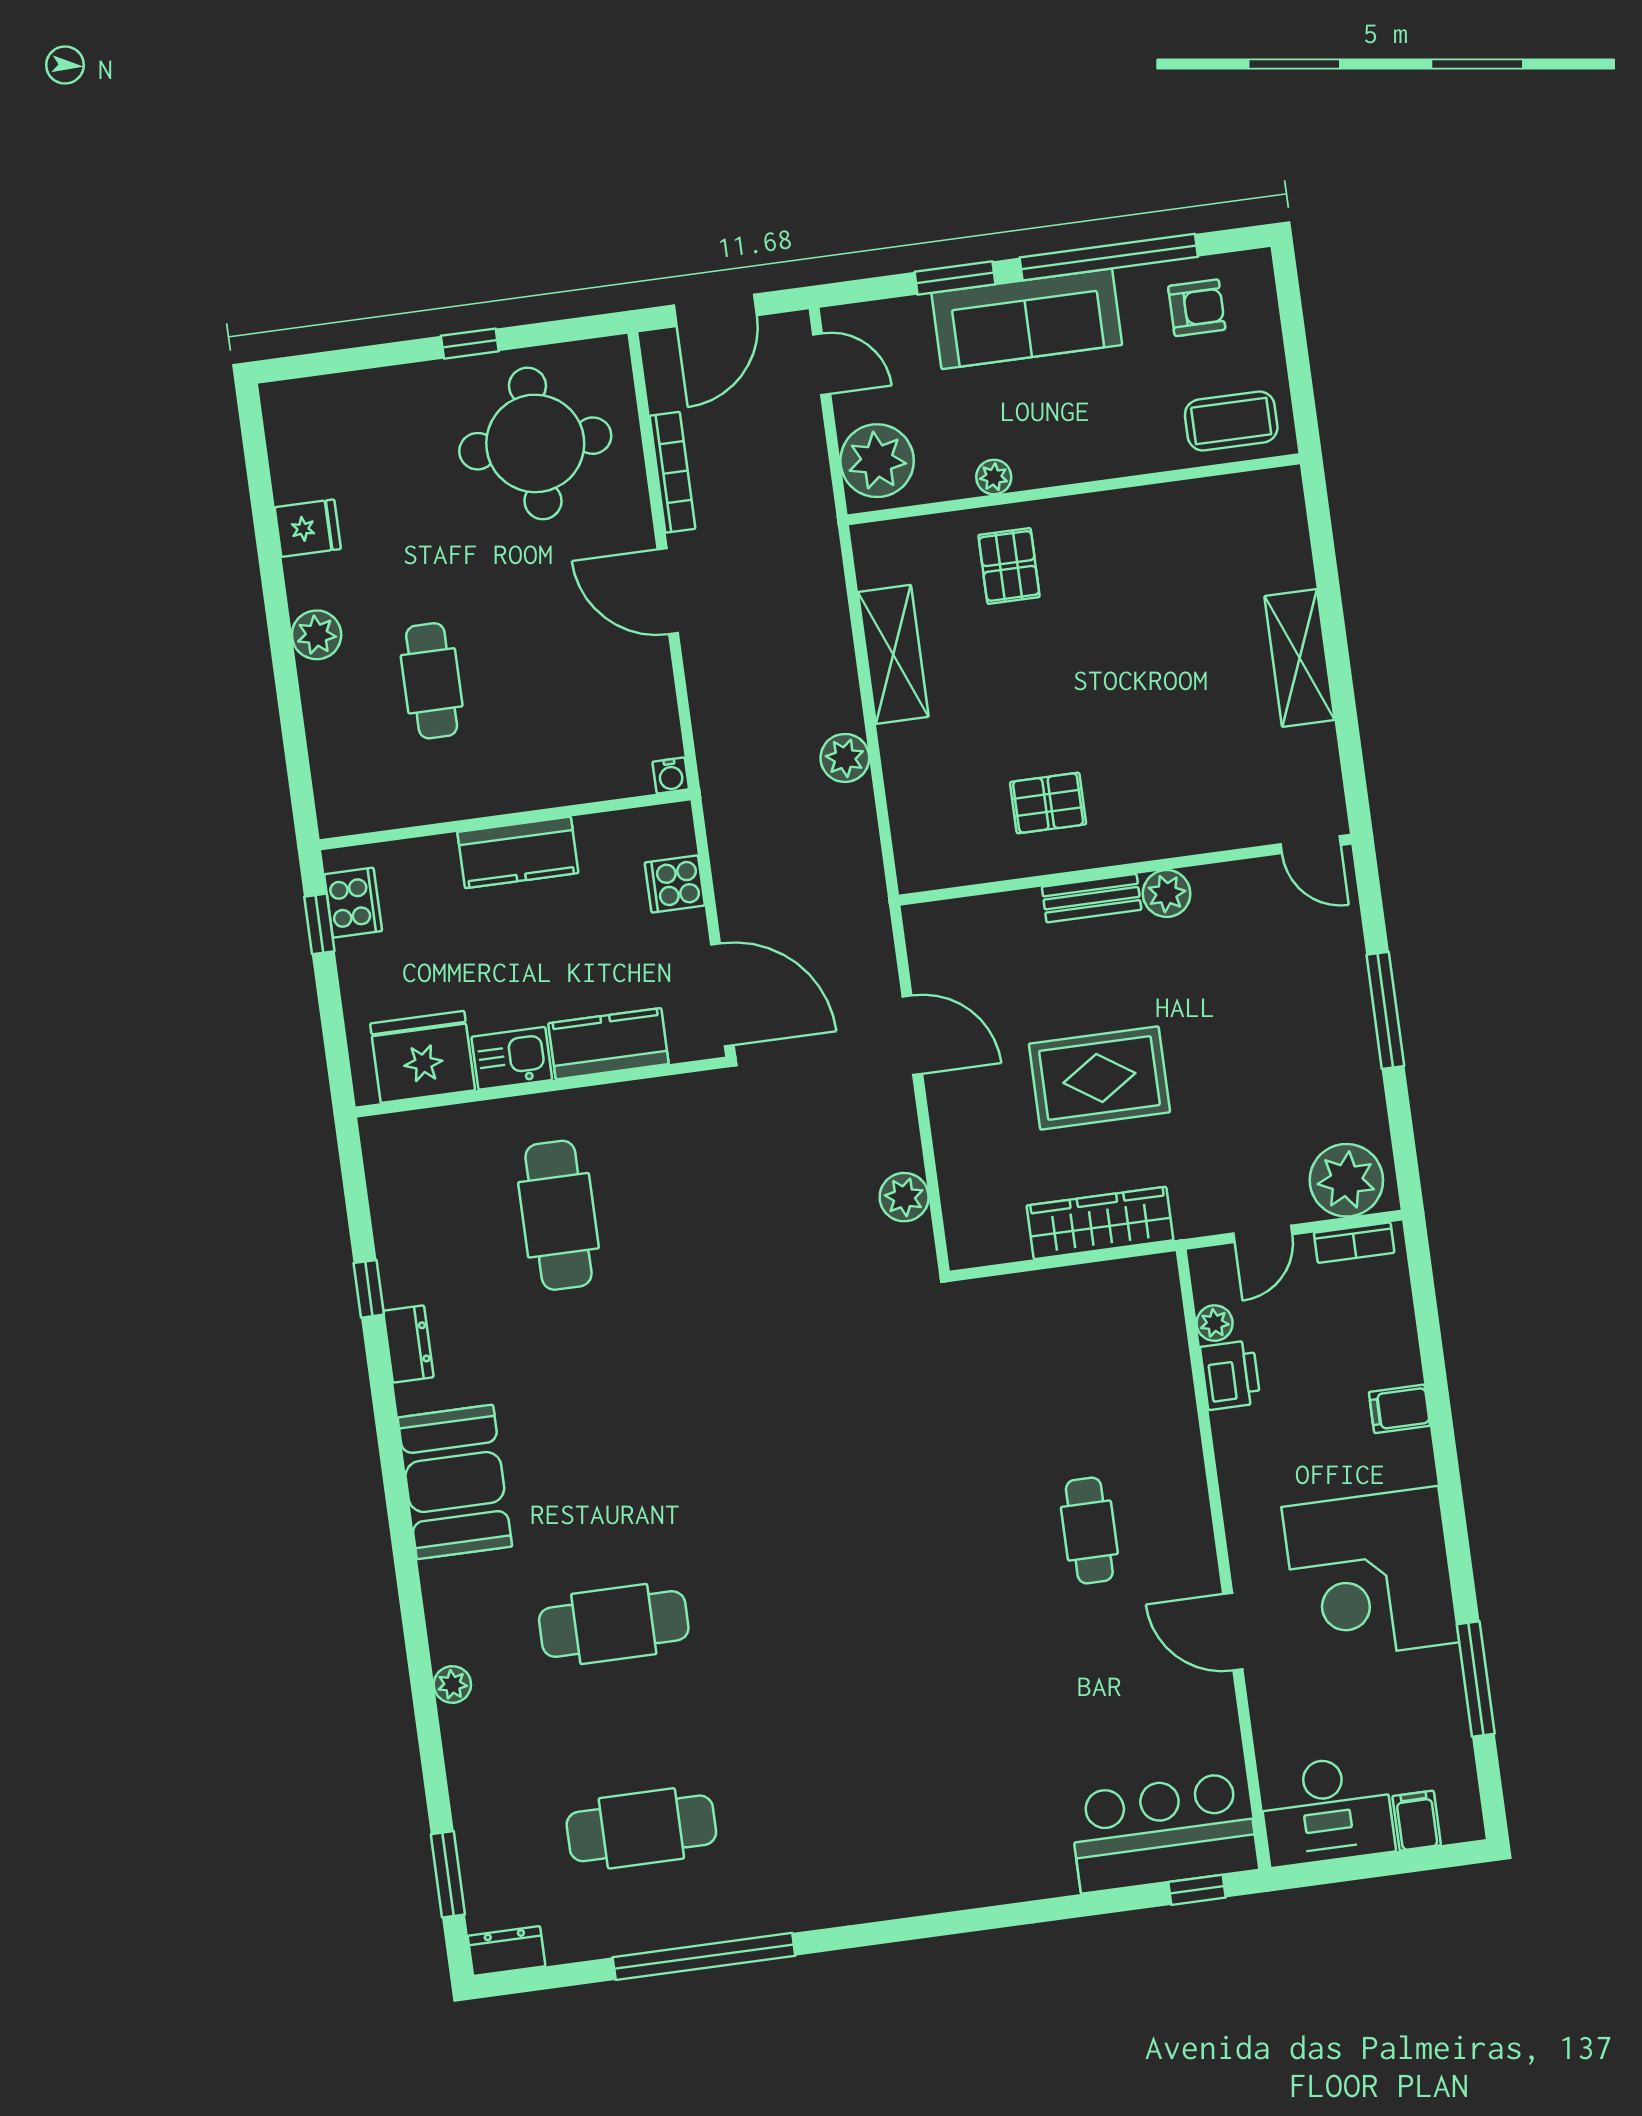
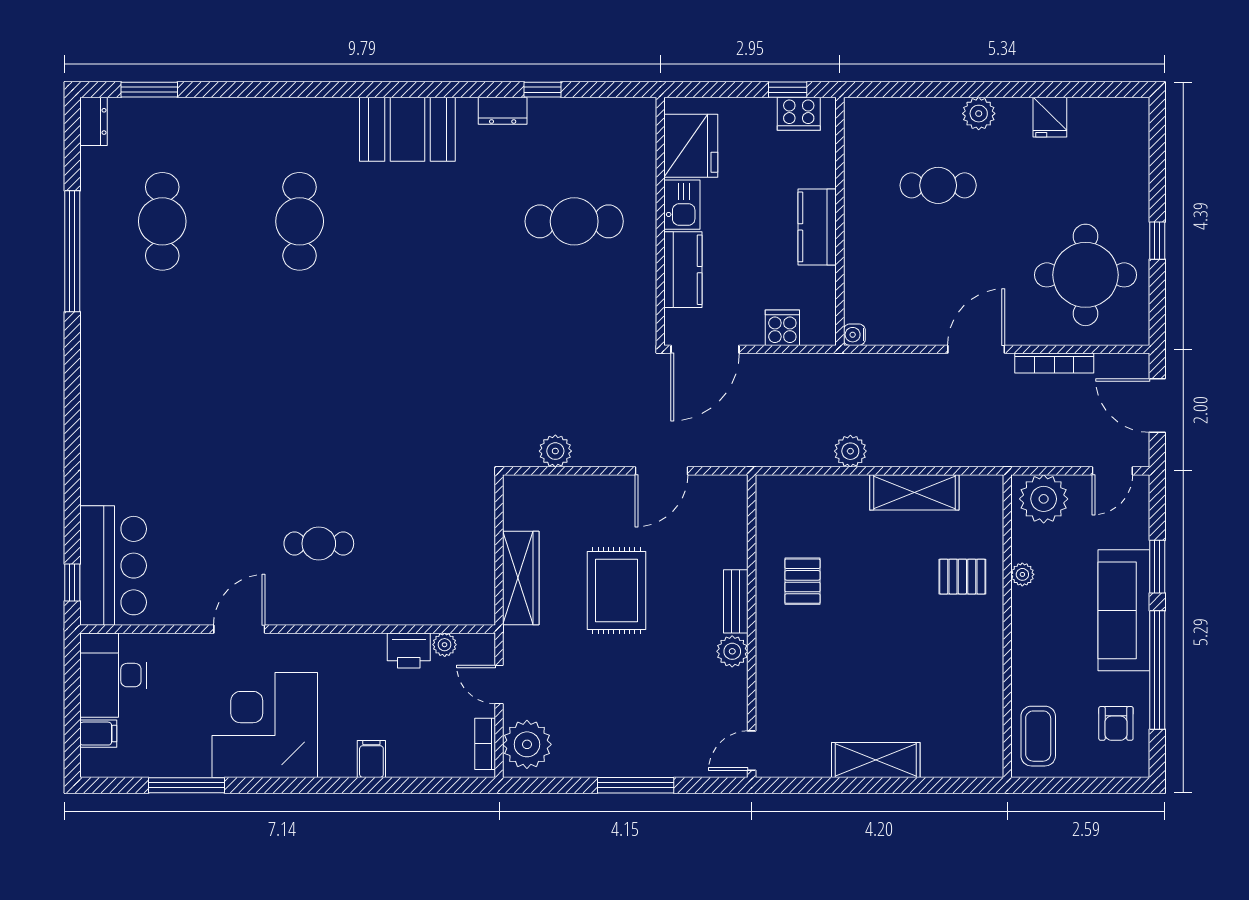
plant: (452, 1684) -> (274, 110), removed

